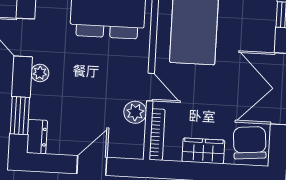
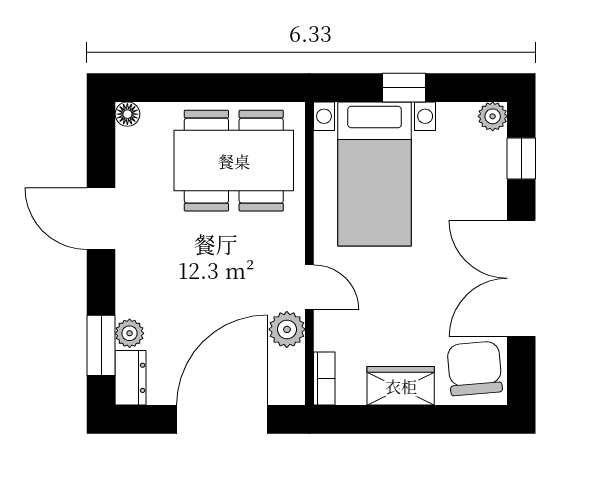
plant: (40, 73) -> (130, 333), moved
bookcase: (157, 135) -> (324, 379), width x0.64
door: (92, 166) -> (222, 419), width x1.88

